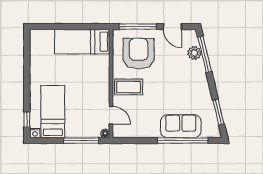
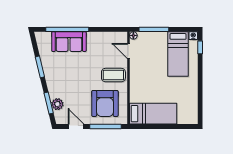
window: (205, 54) -> (49, 103), width x0.69
window: (218, 112) -> (40, 67), moved

